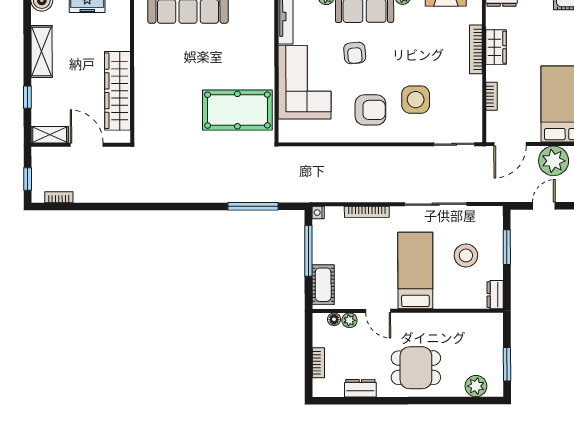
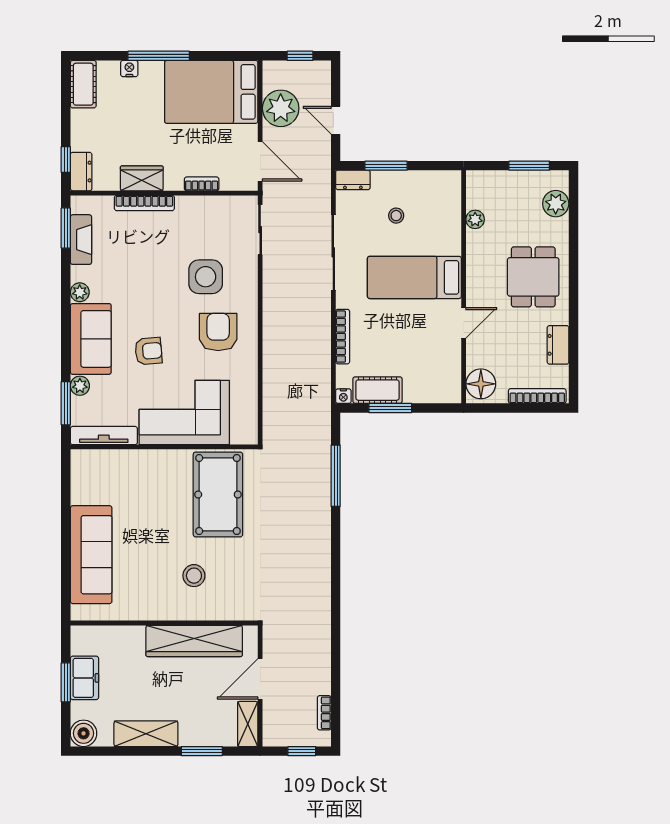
stool: (171, 91) -> (194, 576), added
window: (27, 97) -> (202, 751), width x1.50
window: (308, 251) -> (390, 408), width x0.69
stool: (466, 255) -> (396, 216), width x0.53, depth x0.53
cot: (323, 285) -> (378, 390), moved
dresser: (495, 295) -> (353, 180), moved
floor lamp: (334, 319) -> (481, 384), width x1.89, depth x1.89
plant: (349, 320) -> (475, 219), moved
bookcase: (318, 363) -> (537, 396), width x1.56

